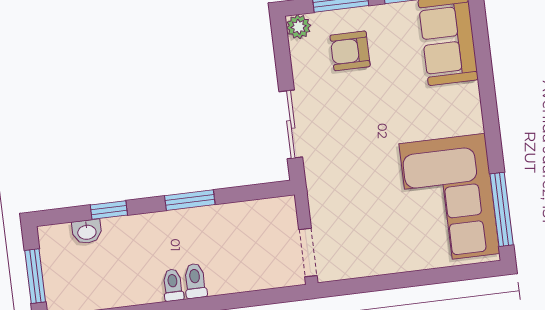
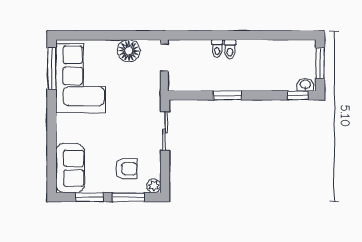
window: (109, 210) -> (298, 95), moved
washbasin: (87, 232) -> (305, 85), moved
floor lamp: (371, 257) -> (129, 51), added
toilet: (173, 285) -> (217, 48), moved

